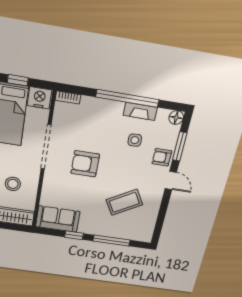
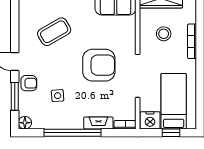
fireplace: (140, 111) -> (98, 123), moved
armchair: (85, 164) -> (99, 65), width x1.36, depth x1.36

